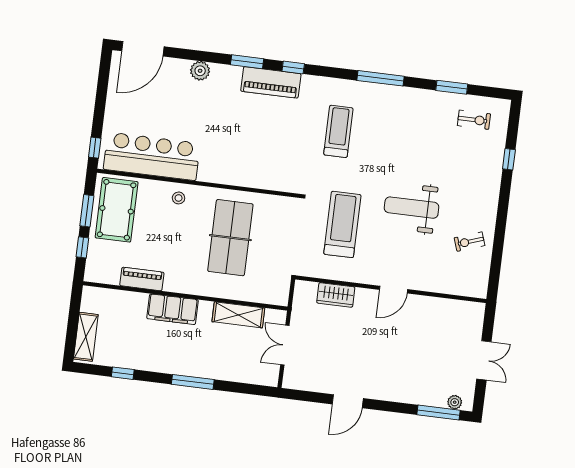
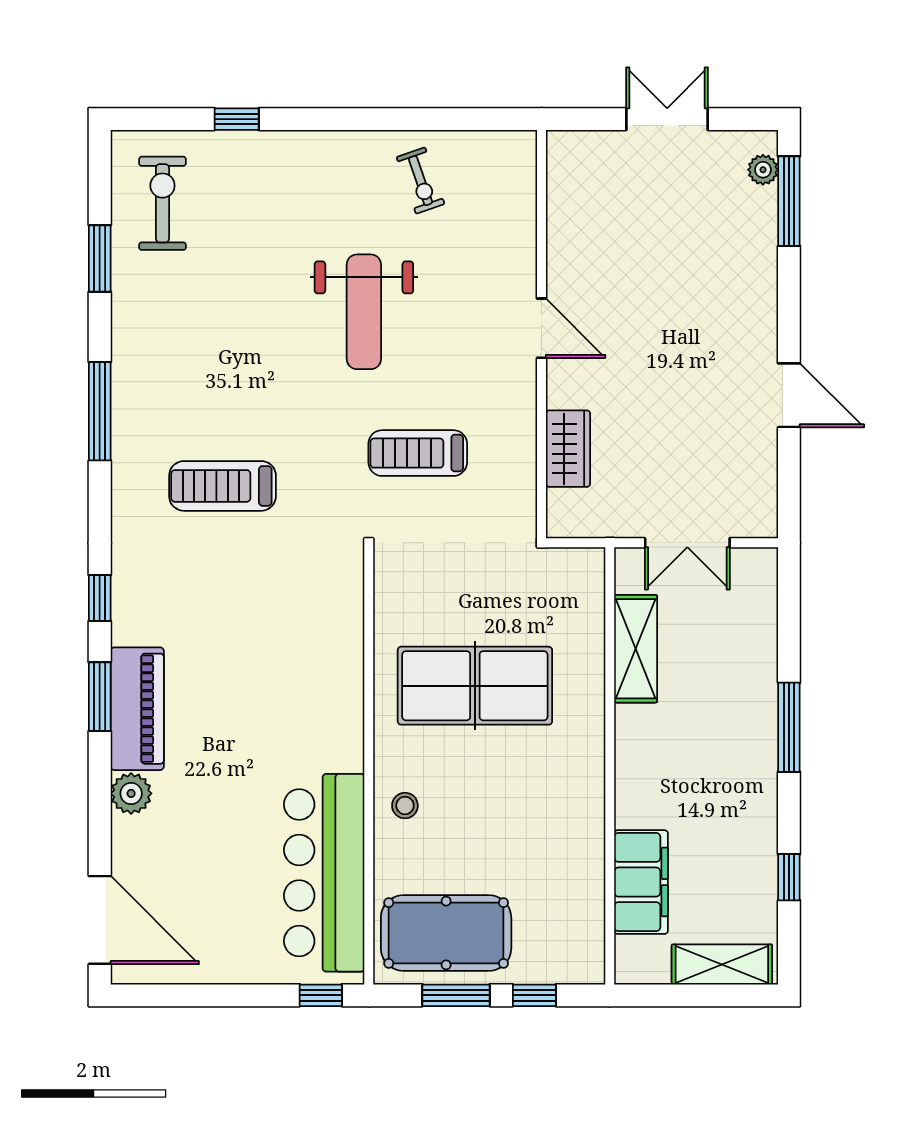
piano: (271, 82) -> (137, 709), moved
exercise bike: (474, 120) -> (162, 203), width x1.38, depth x1.39
treadmill: (342, 224) -> (418, 453), width x0.73, depth x0.73
piano: (142, 279) -> (585, 861), removed
filing cabinet: (173, 309) -> (641, 882), moved

